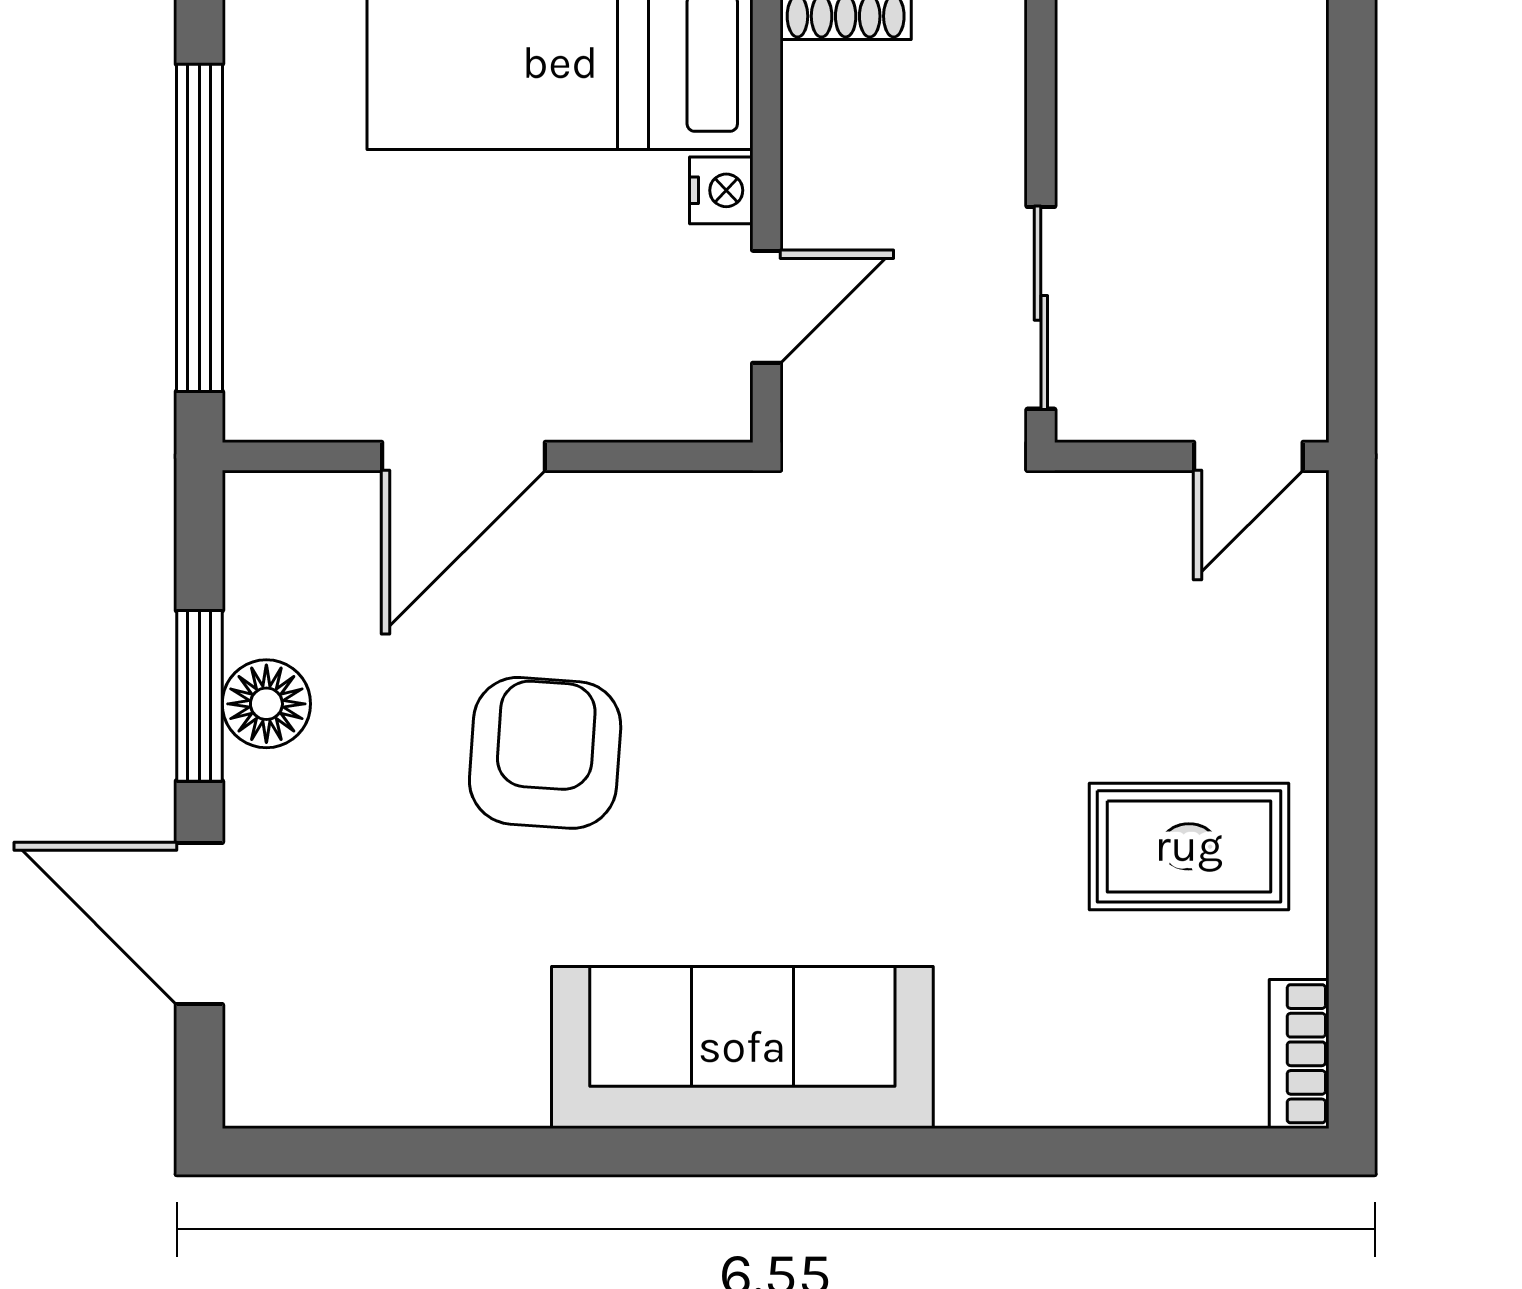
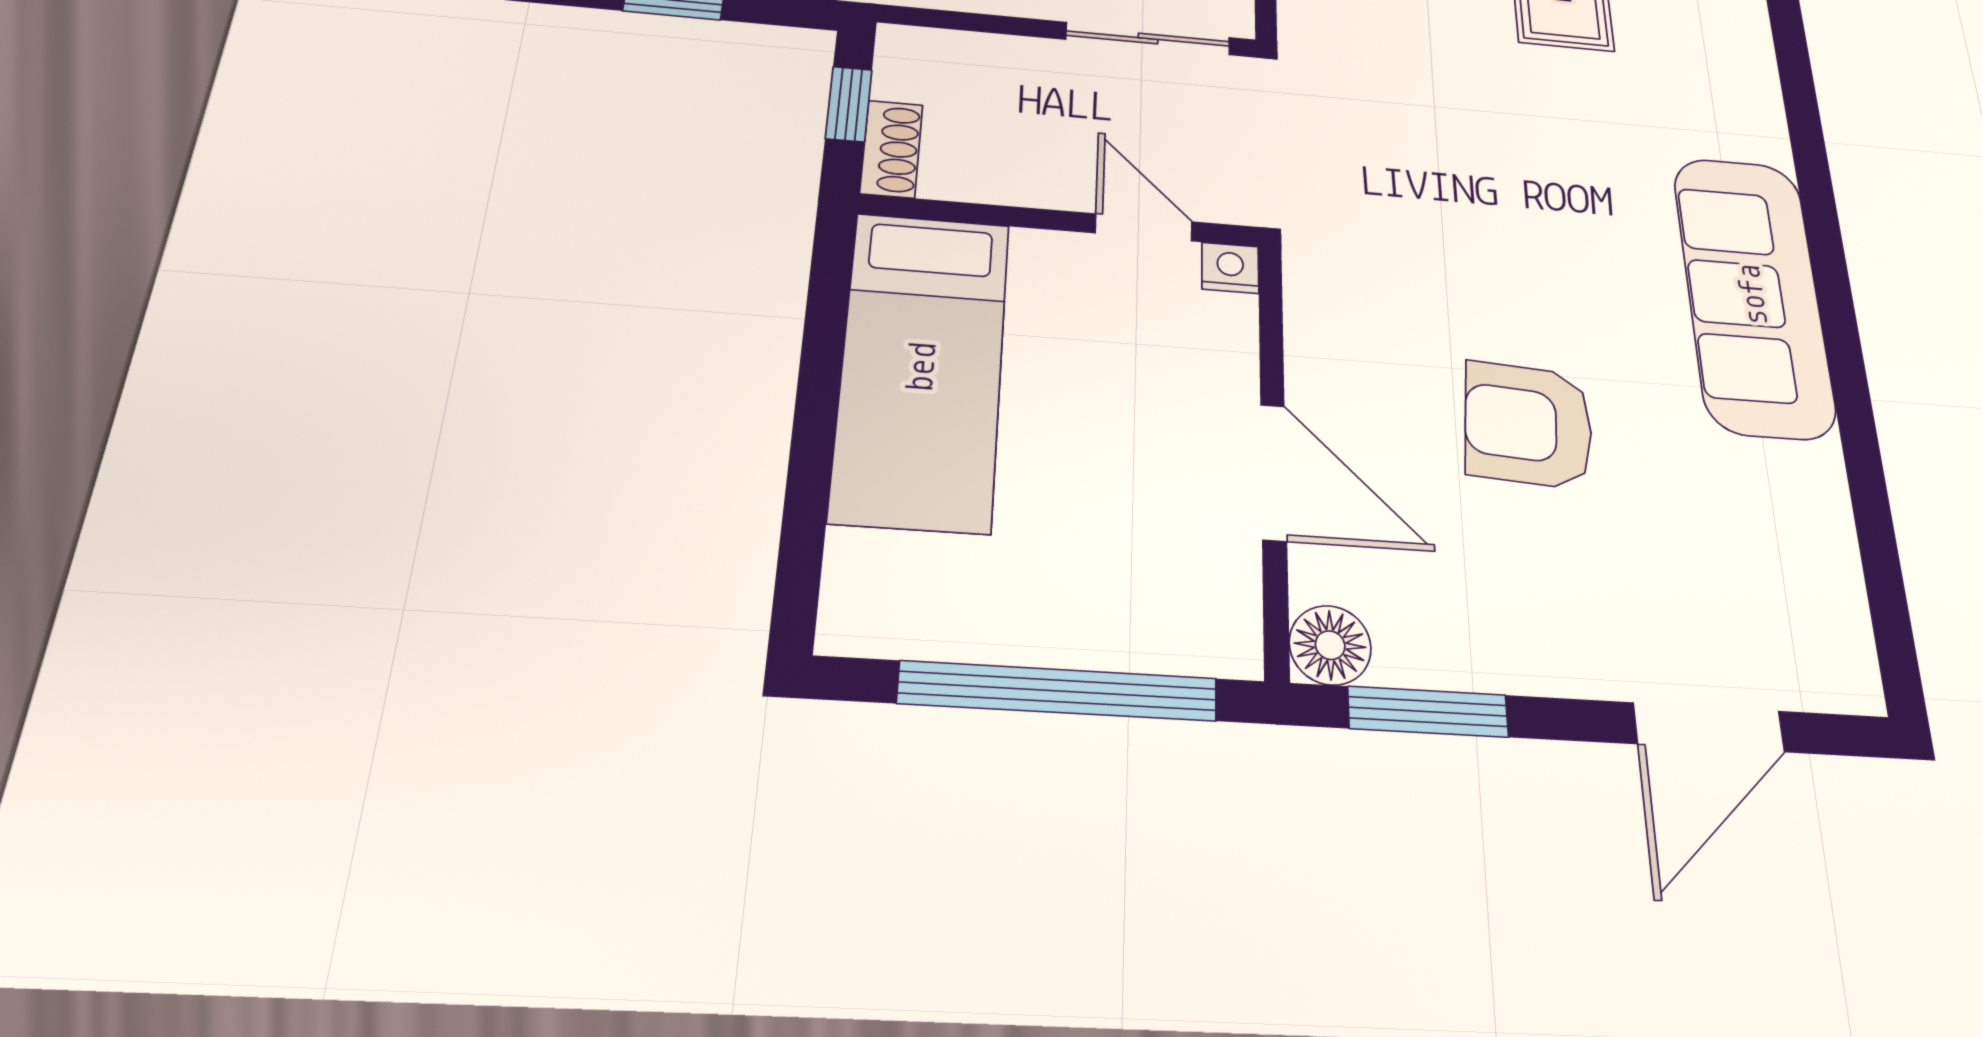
nightstand: (721, 190) -> (1230, 268), moved
window: (199, 696) -> (1428, 712), moved
floor lamp: (266, 704) -> (1330, 645), moved

